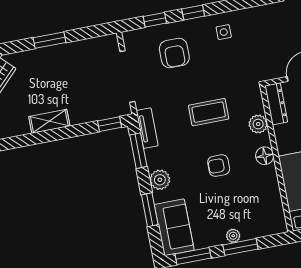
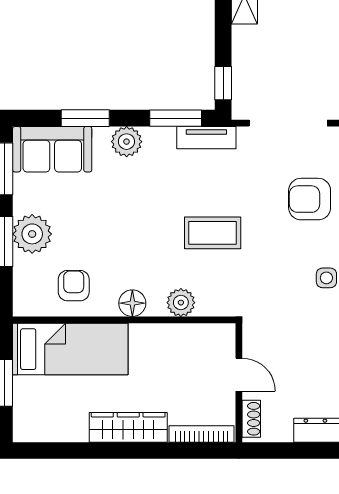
dresser: (276, 104) -> (206, 335), removed
coffee table: (209, 112) -> (213, 233), turned 90
armchair: (219, 166) -> (74, 286), moved
plant: (233, 236) -> (32, 234), width x1.87, depth x1.87

